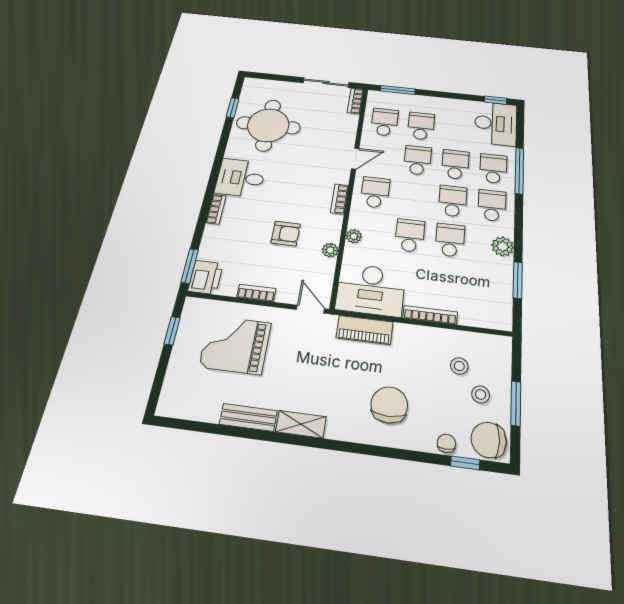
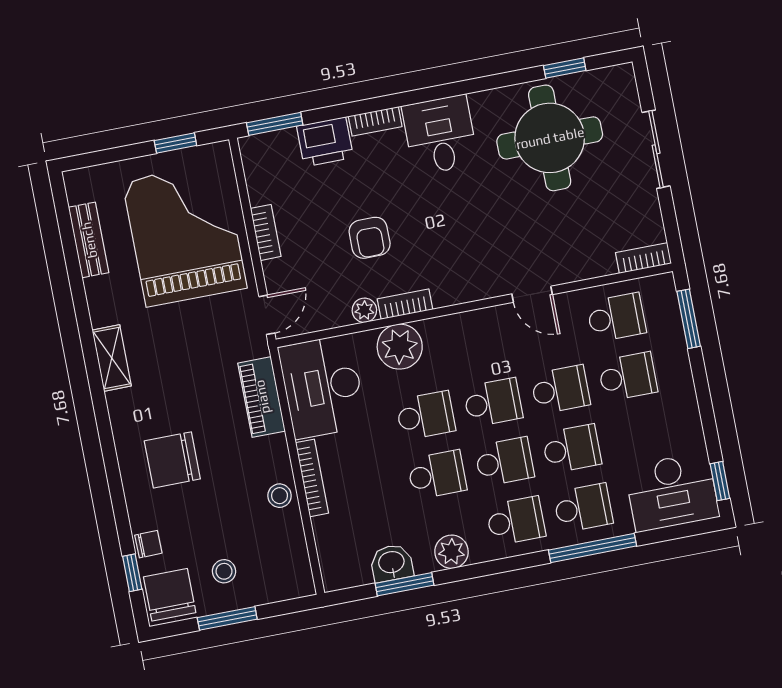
sliding door: (326, 83) -> (656, 149), moved
school desk: (375, 192) -> (493, 403), moved
bookcase: (340, 199) -> (405, 304), moved
plant: (354, 236) -> (400, 347), width x1.87, depth x1.87
printer: (205, 277) -> (325, 142), moved
washbasin: (501, 284) -> (392, 563), added
grand piano: (235, 345) -> (185, 235), width x1.37, depth x1.48
stool: (459, 366) -> (280, 496), moved
chair: (389, 405) -> (172, 460), turned 180
bench: (248, 417) -> (89, 240), moved

